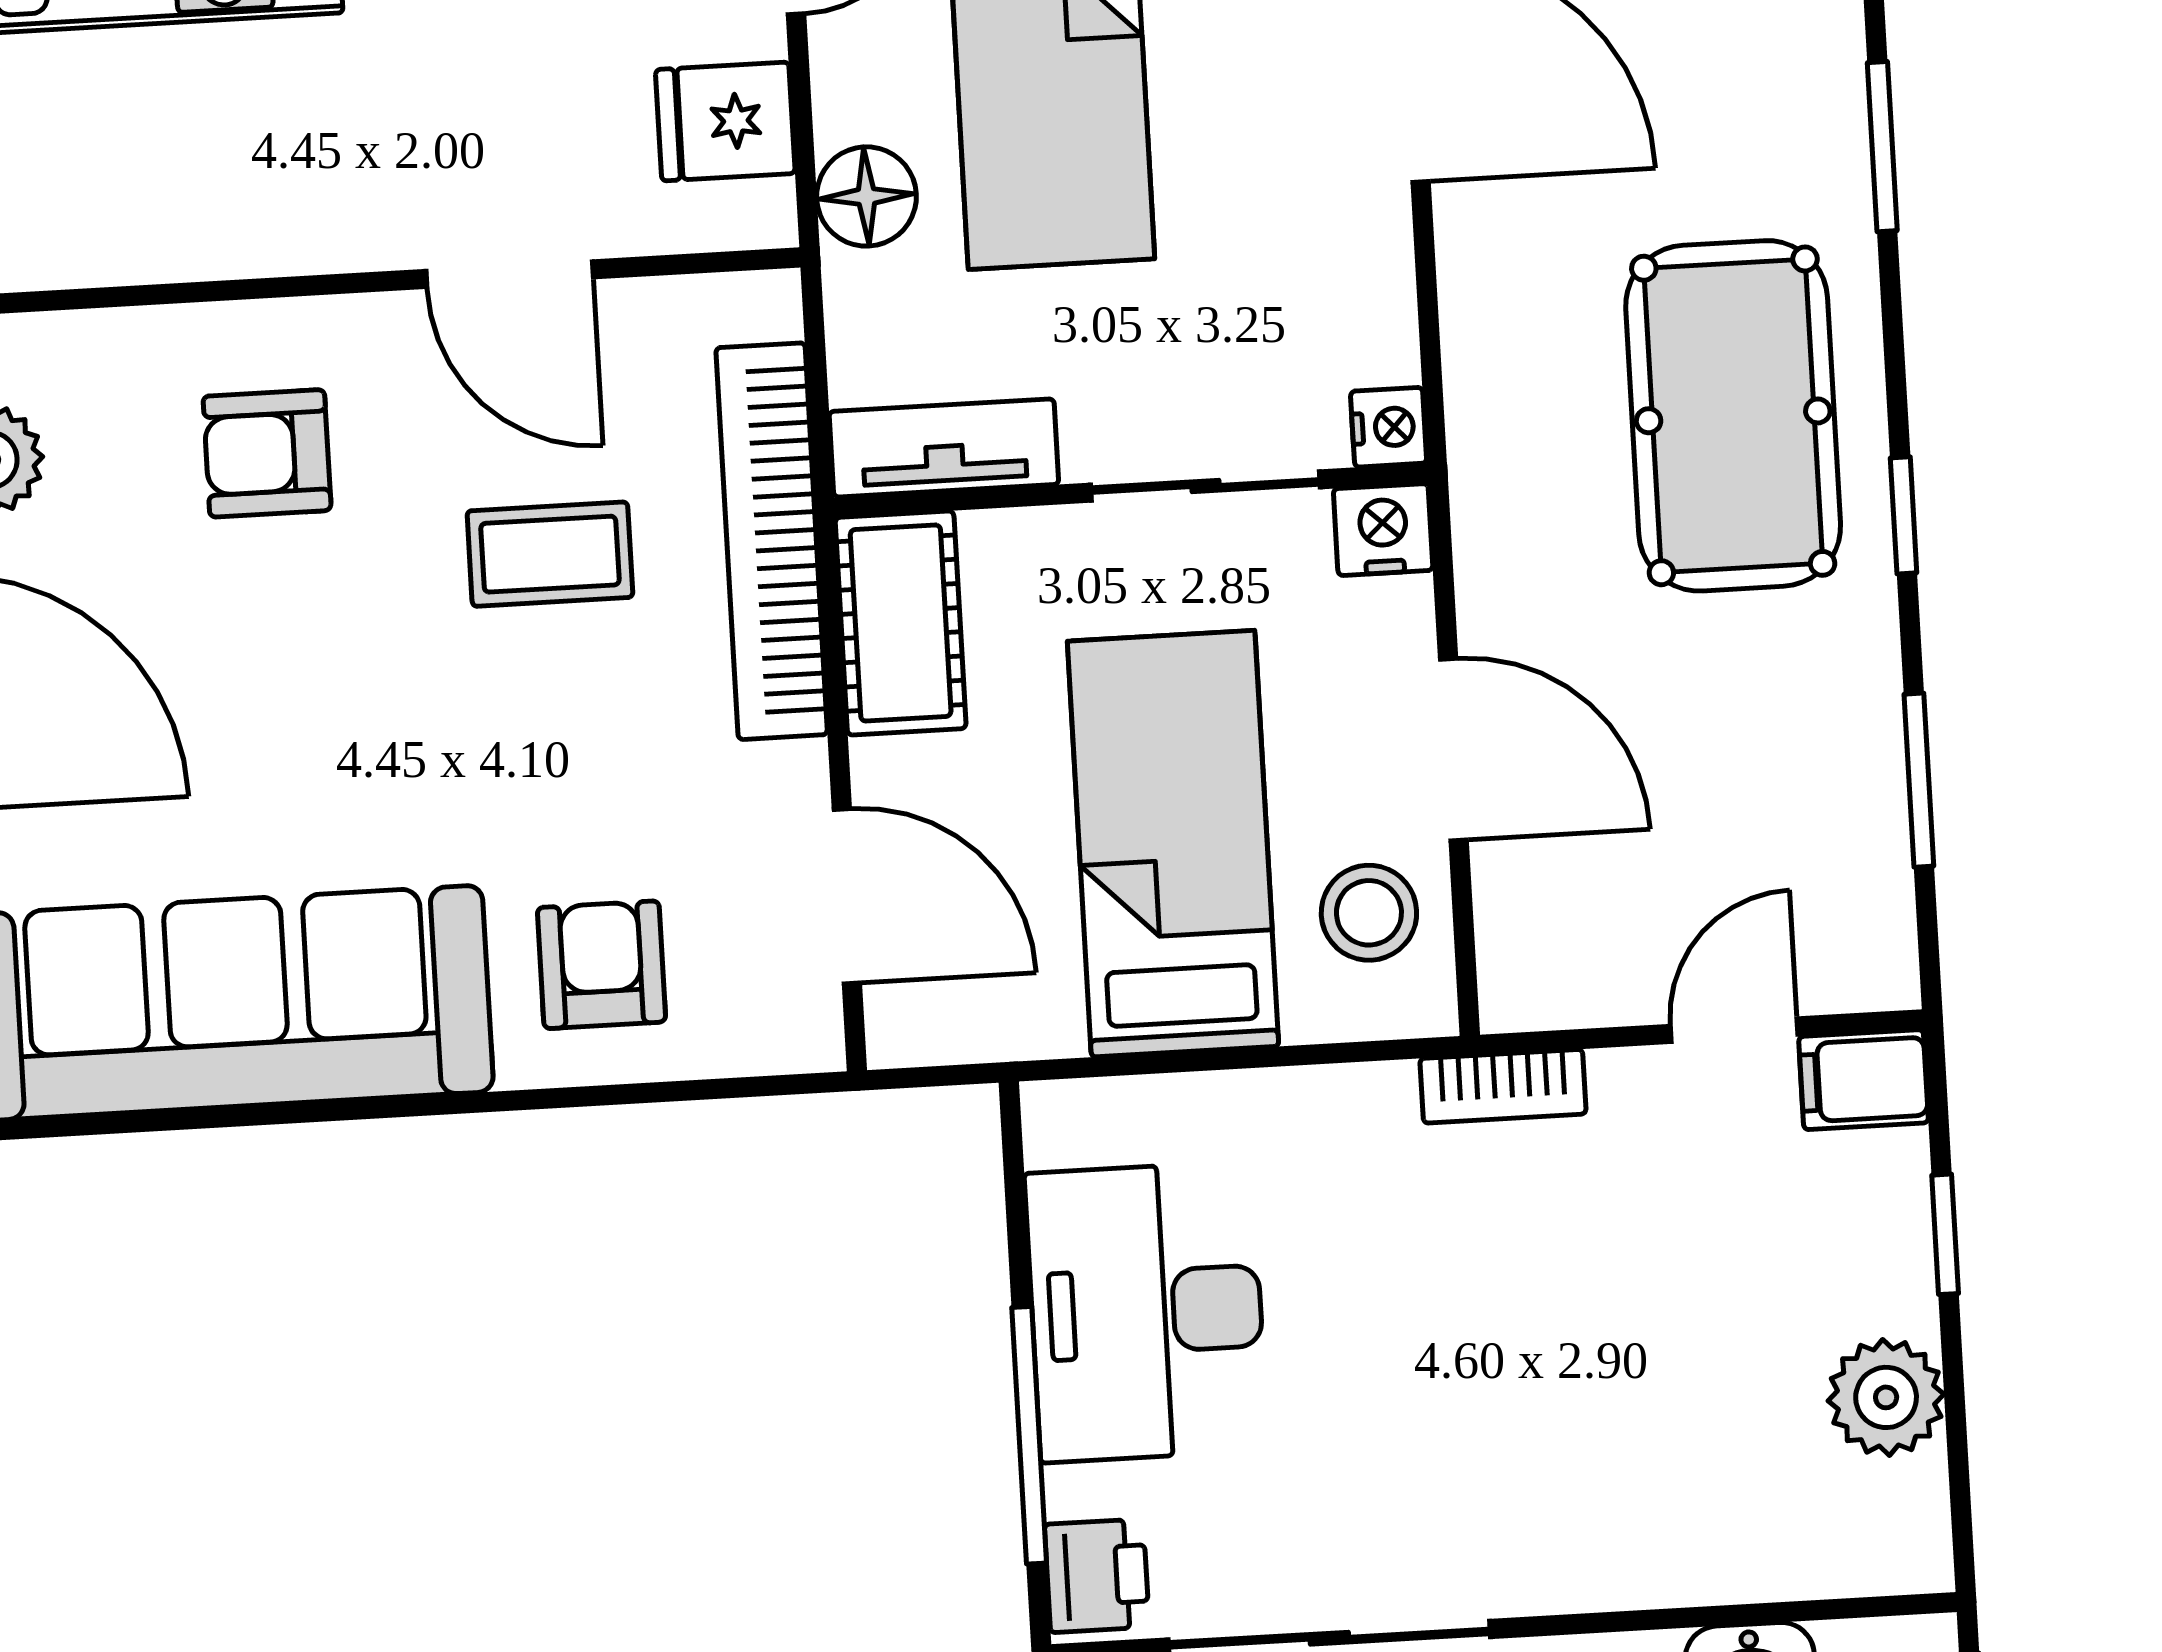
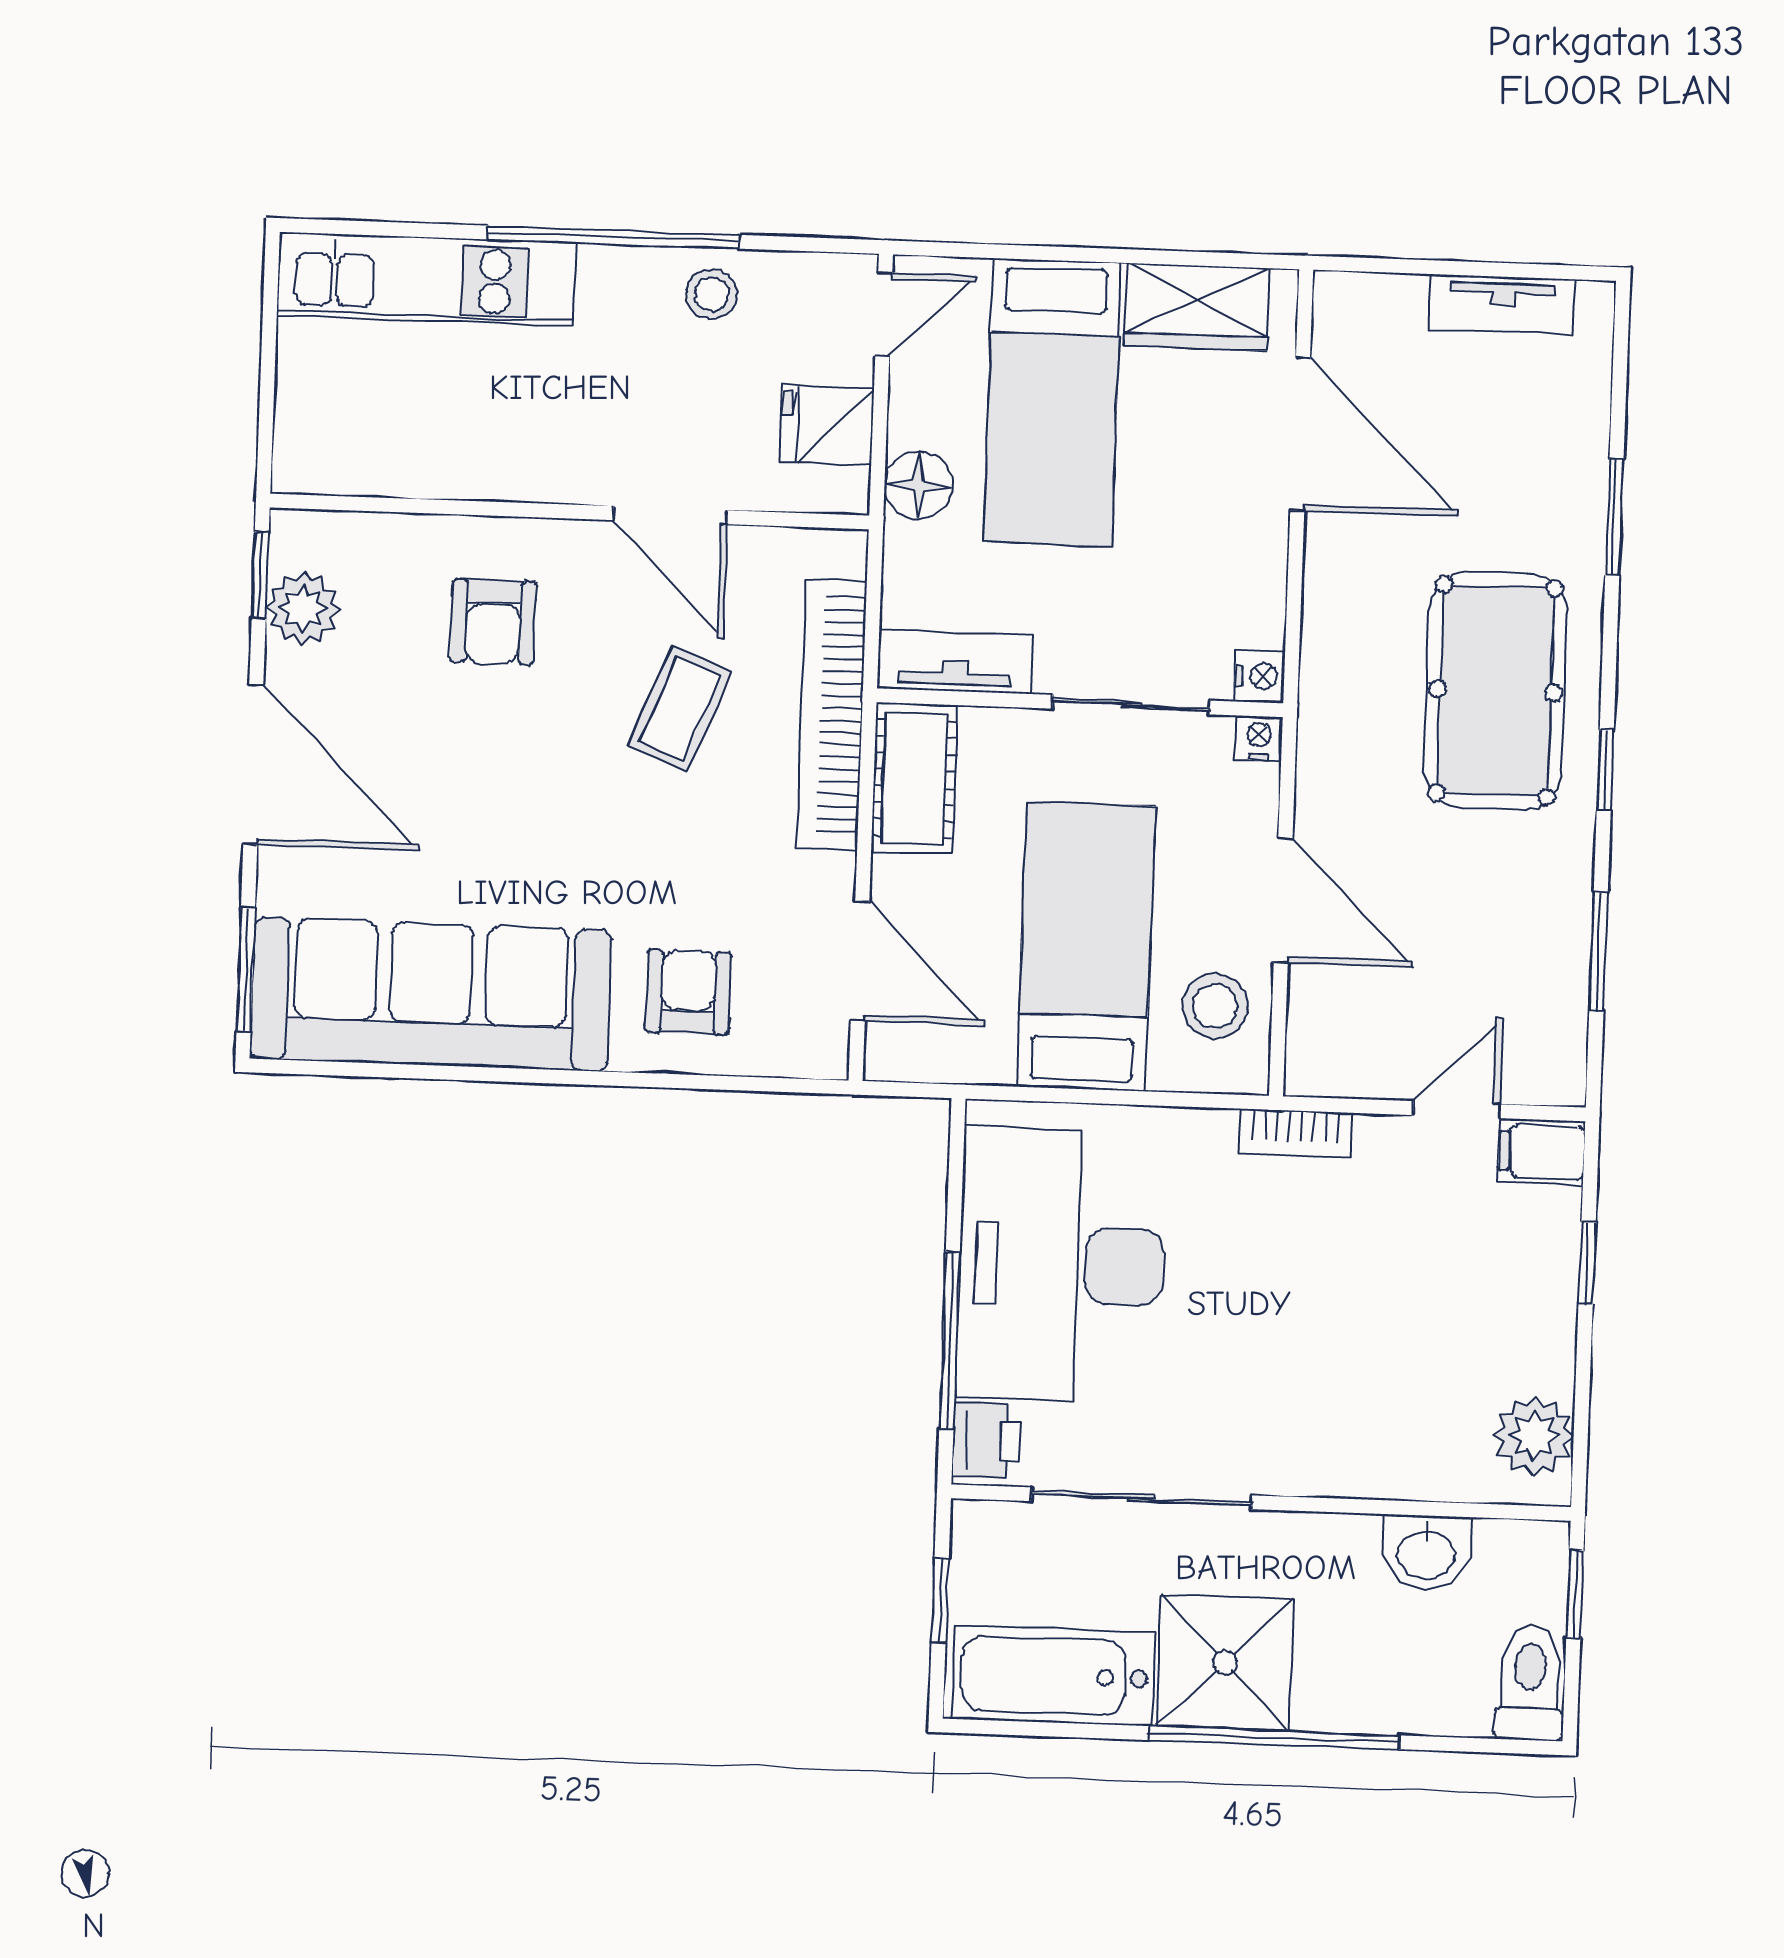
armchair: (267, 453) -> (493, 622), turned -90
nightstand: (1383, 530) -> (1259, 738), width x0.72, depth x0.74
coffee table: (550, 554) -> (680, 709), turned -68
desk: (1146, 1312) -> (1061, 1265), width x1.36, depth x1.30
plant: (1886, 1397) -> (1534, 1436), moved

